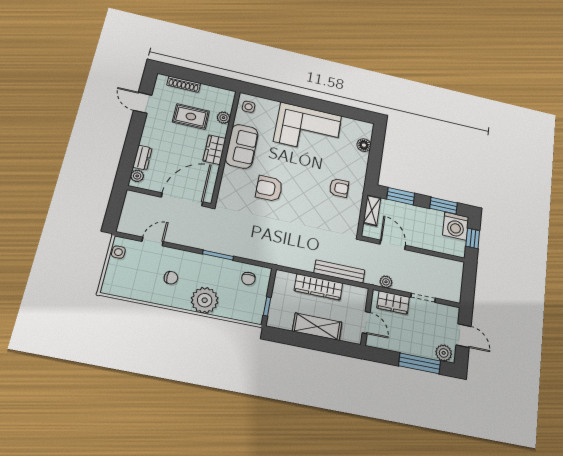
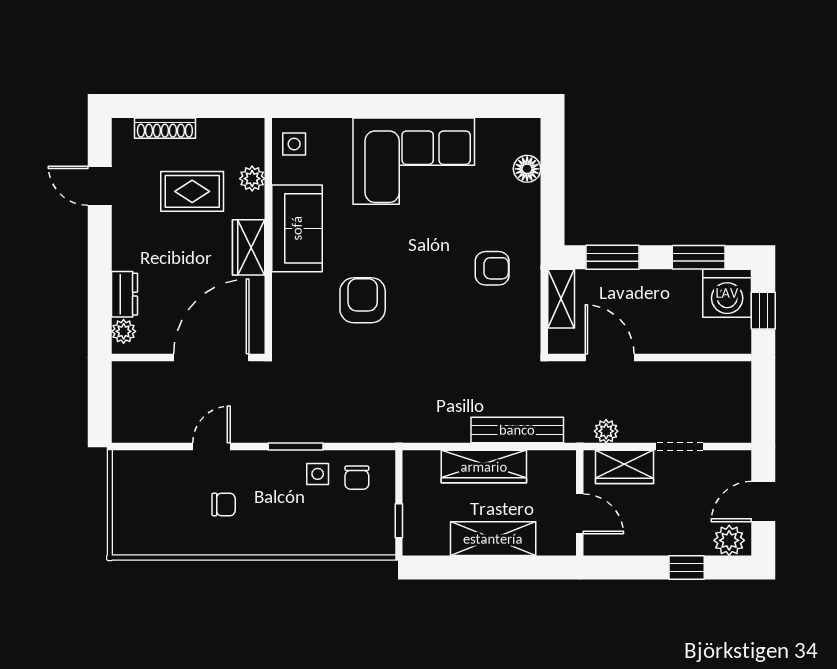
armchair: (269, 189) -> (363, 300), turned 90
door: (153, 241) -> (211, 447), moved
side table: (118, 252) -> (318, 474), moved
plant: (205, 300) -> (289, 532), removed
door: (464, 336) -> (763, 502), swing flipped
window: (420, 363) -> (687, 568), width x0.46

